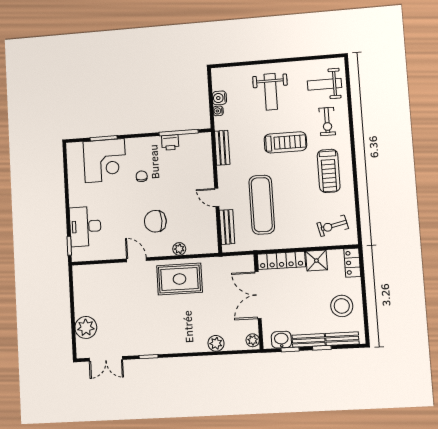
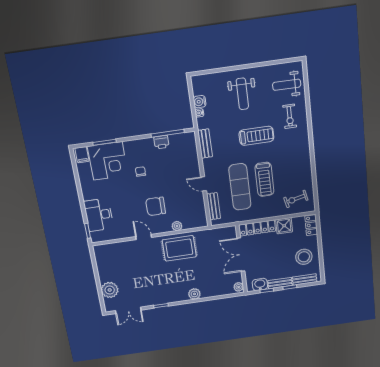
filing cabinet: (76, 151) -> (82, 155), added
treadmill: (329, 171) -> (264, 179), moved
plant: (216, 343) -> (194, 294), moved

